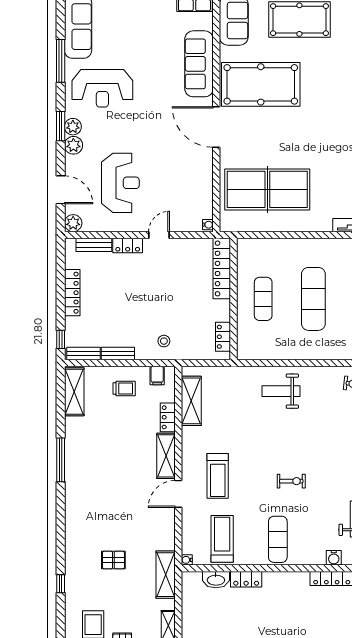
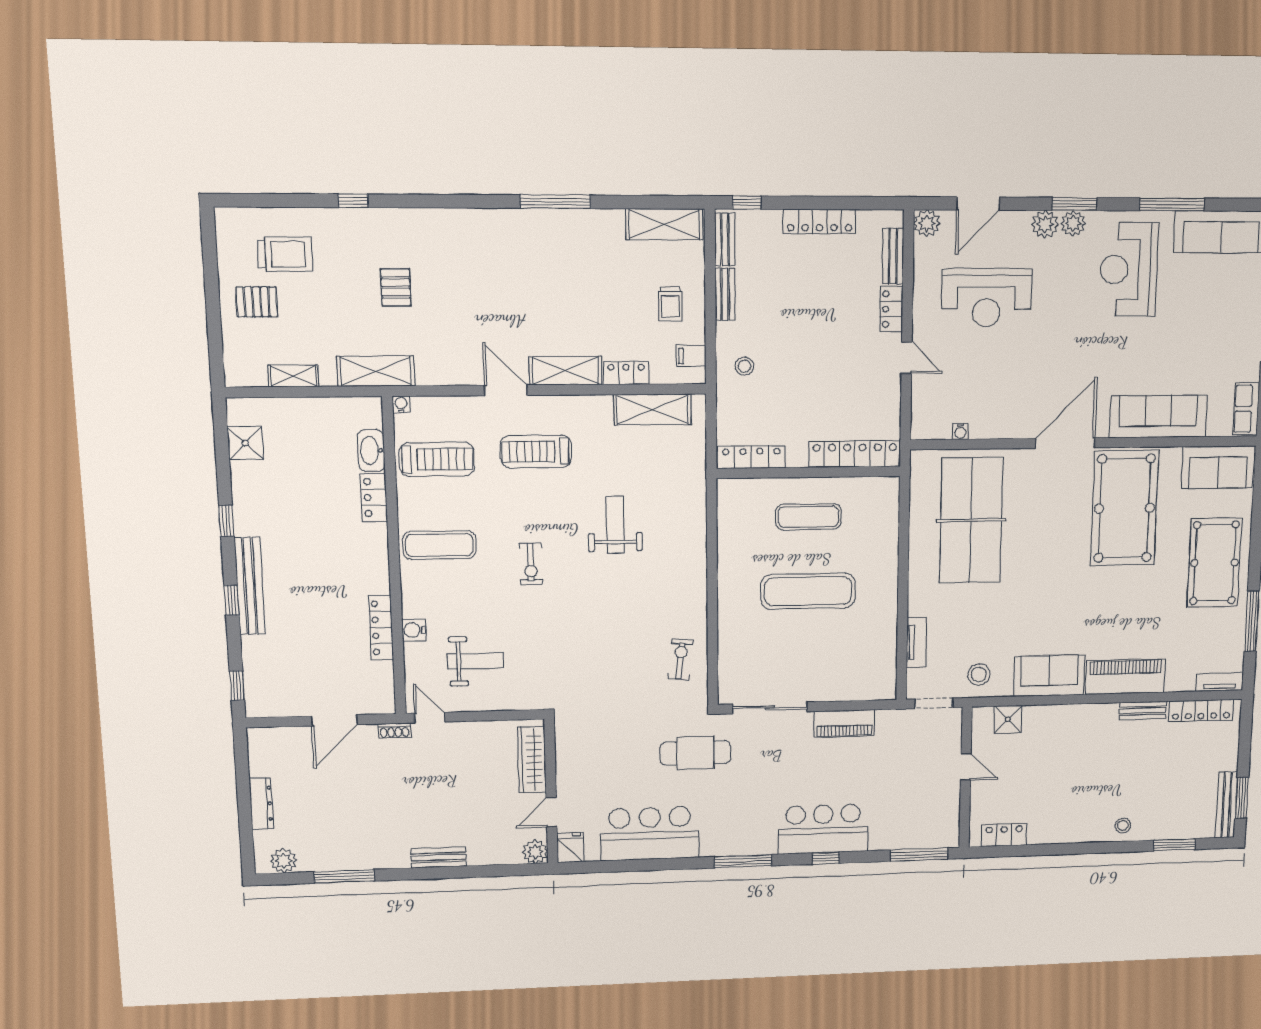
water cooler: (208, 225) -> (960, 432), moved
locker: (223, 337) -> (751, 457), width x1.53
weight bench: (281, 391) -> (615, 525), moved

